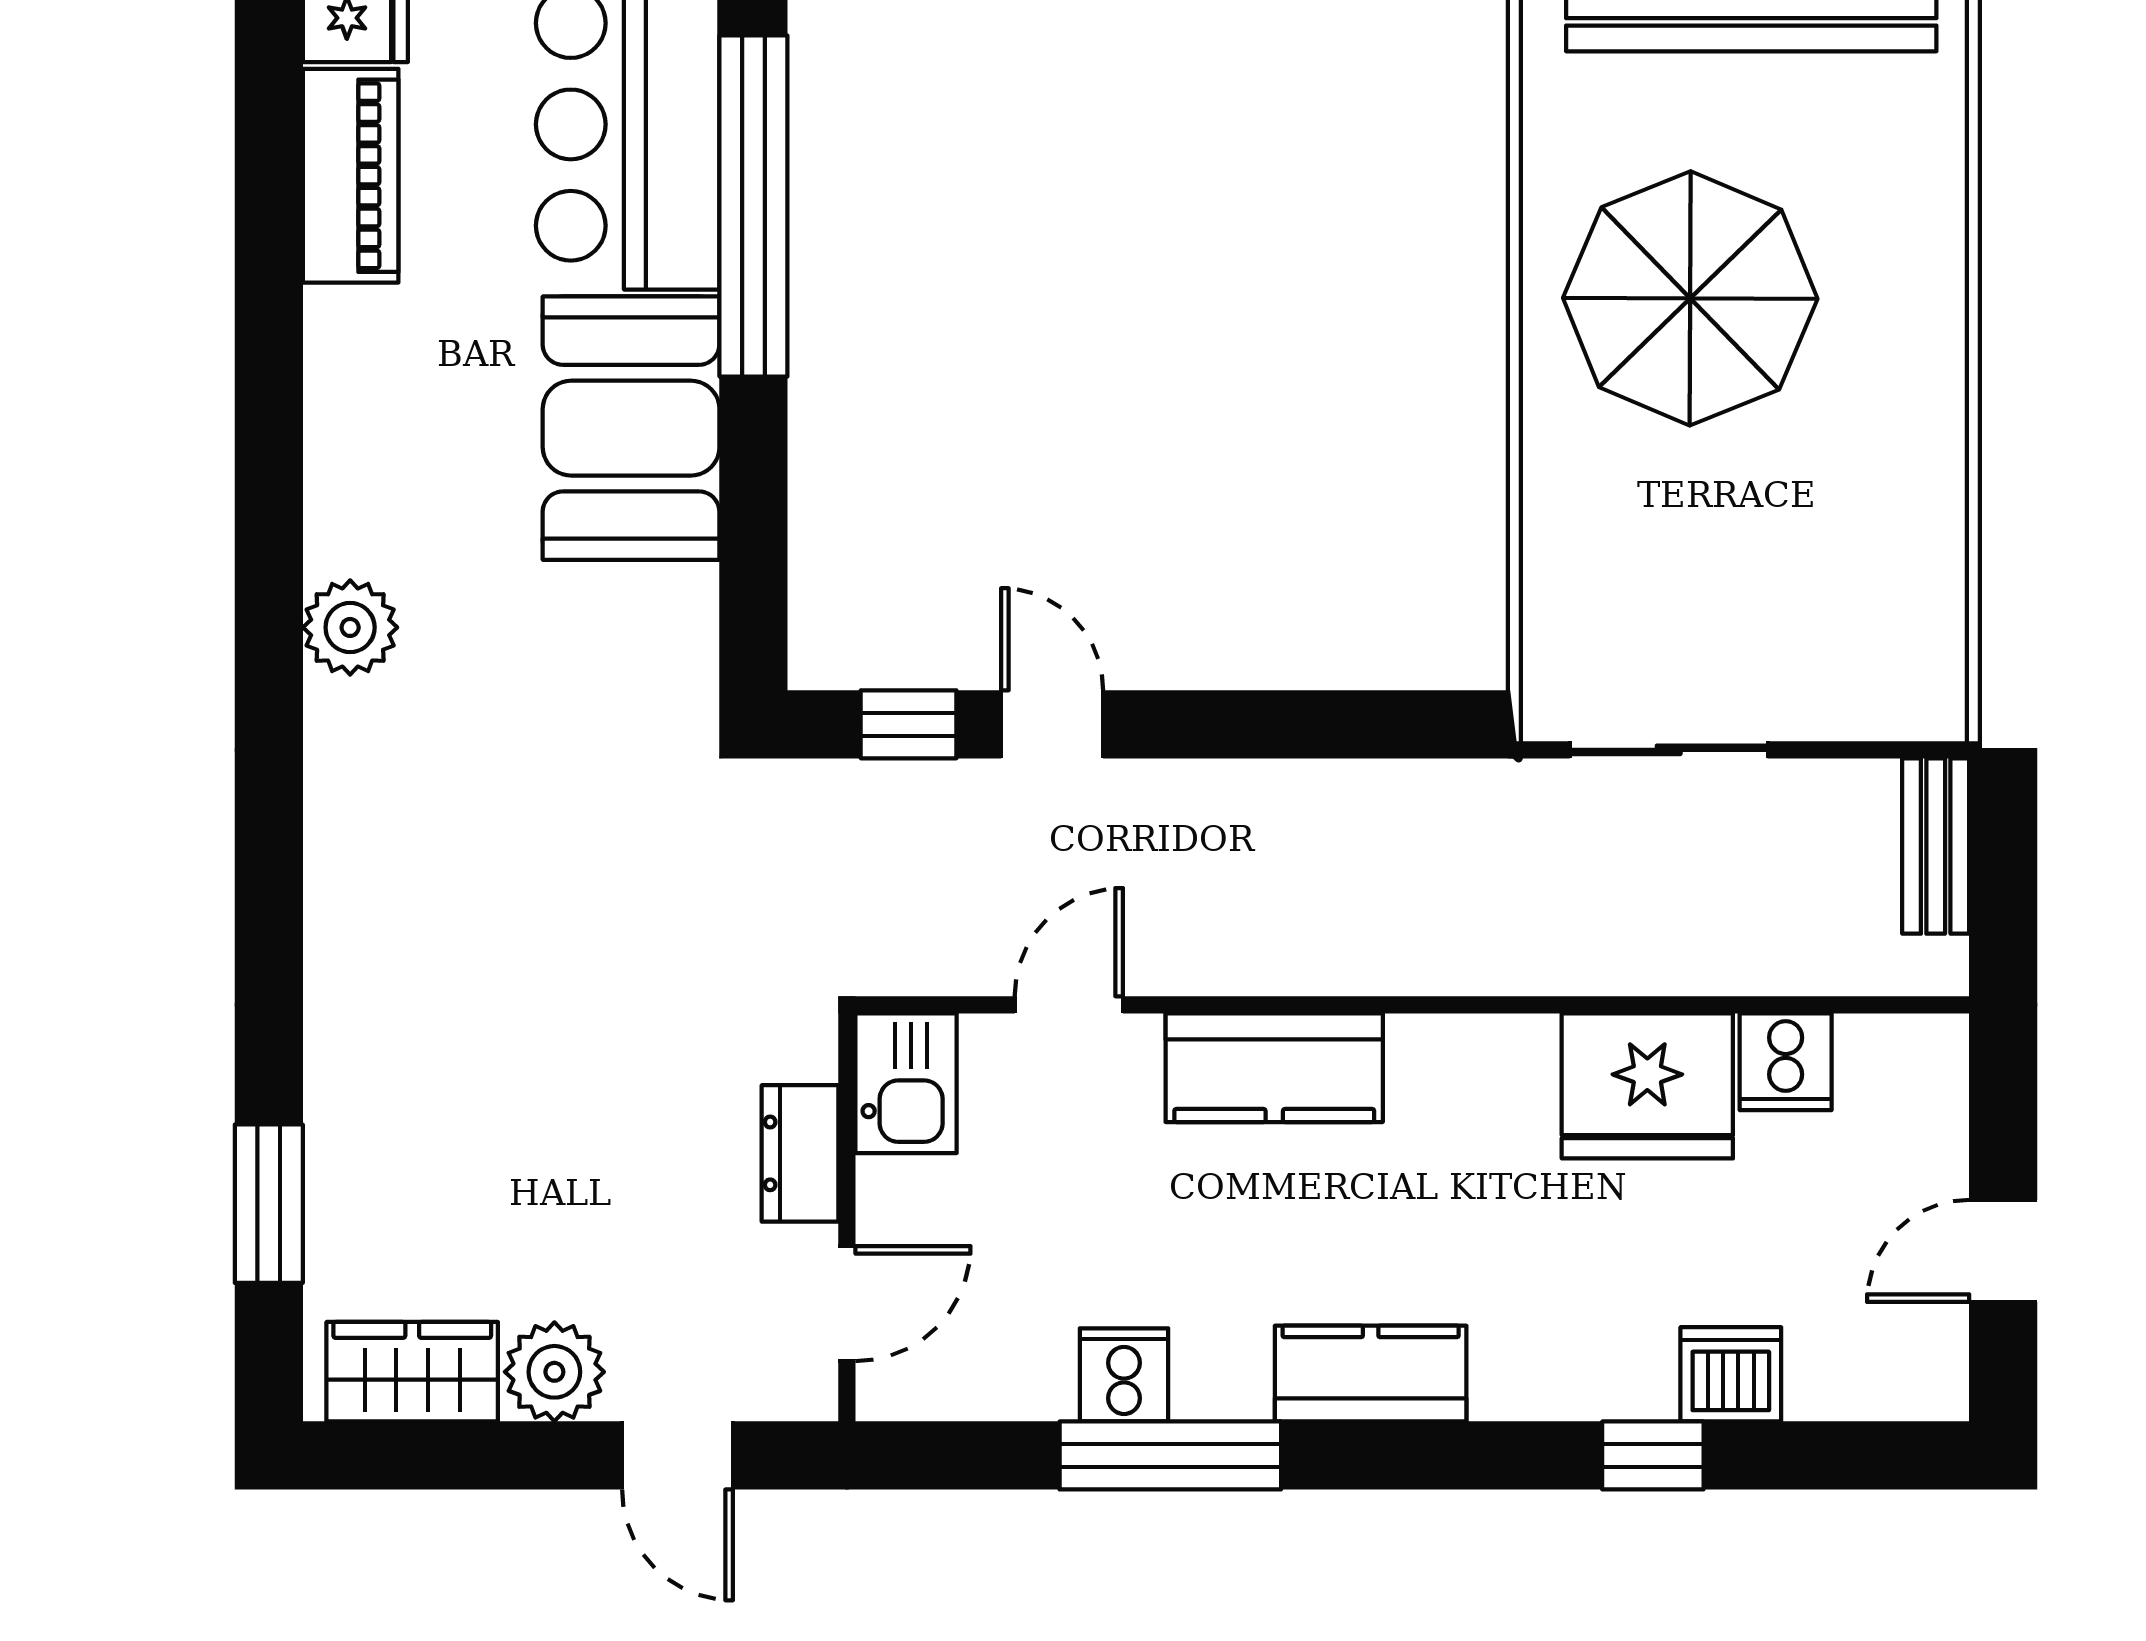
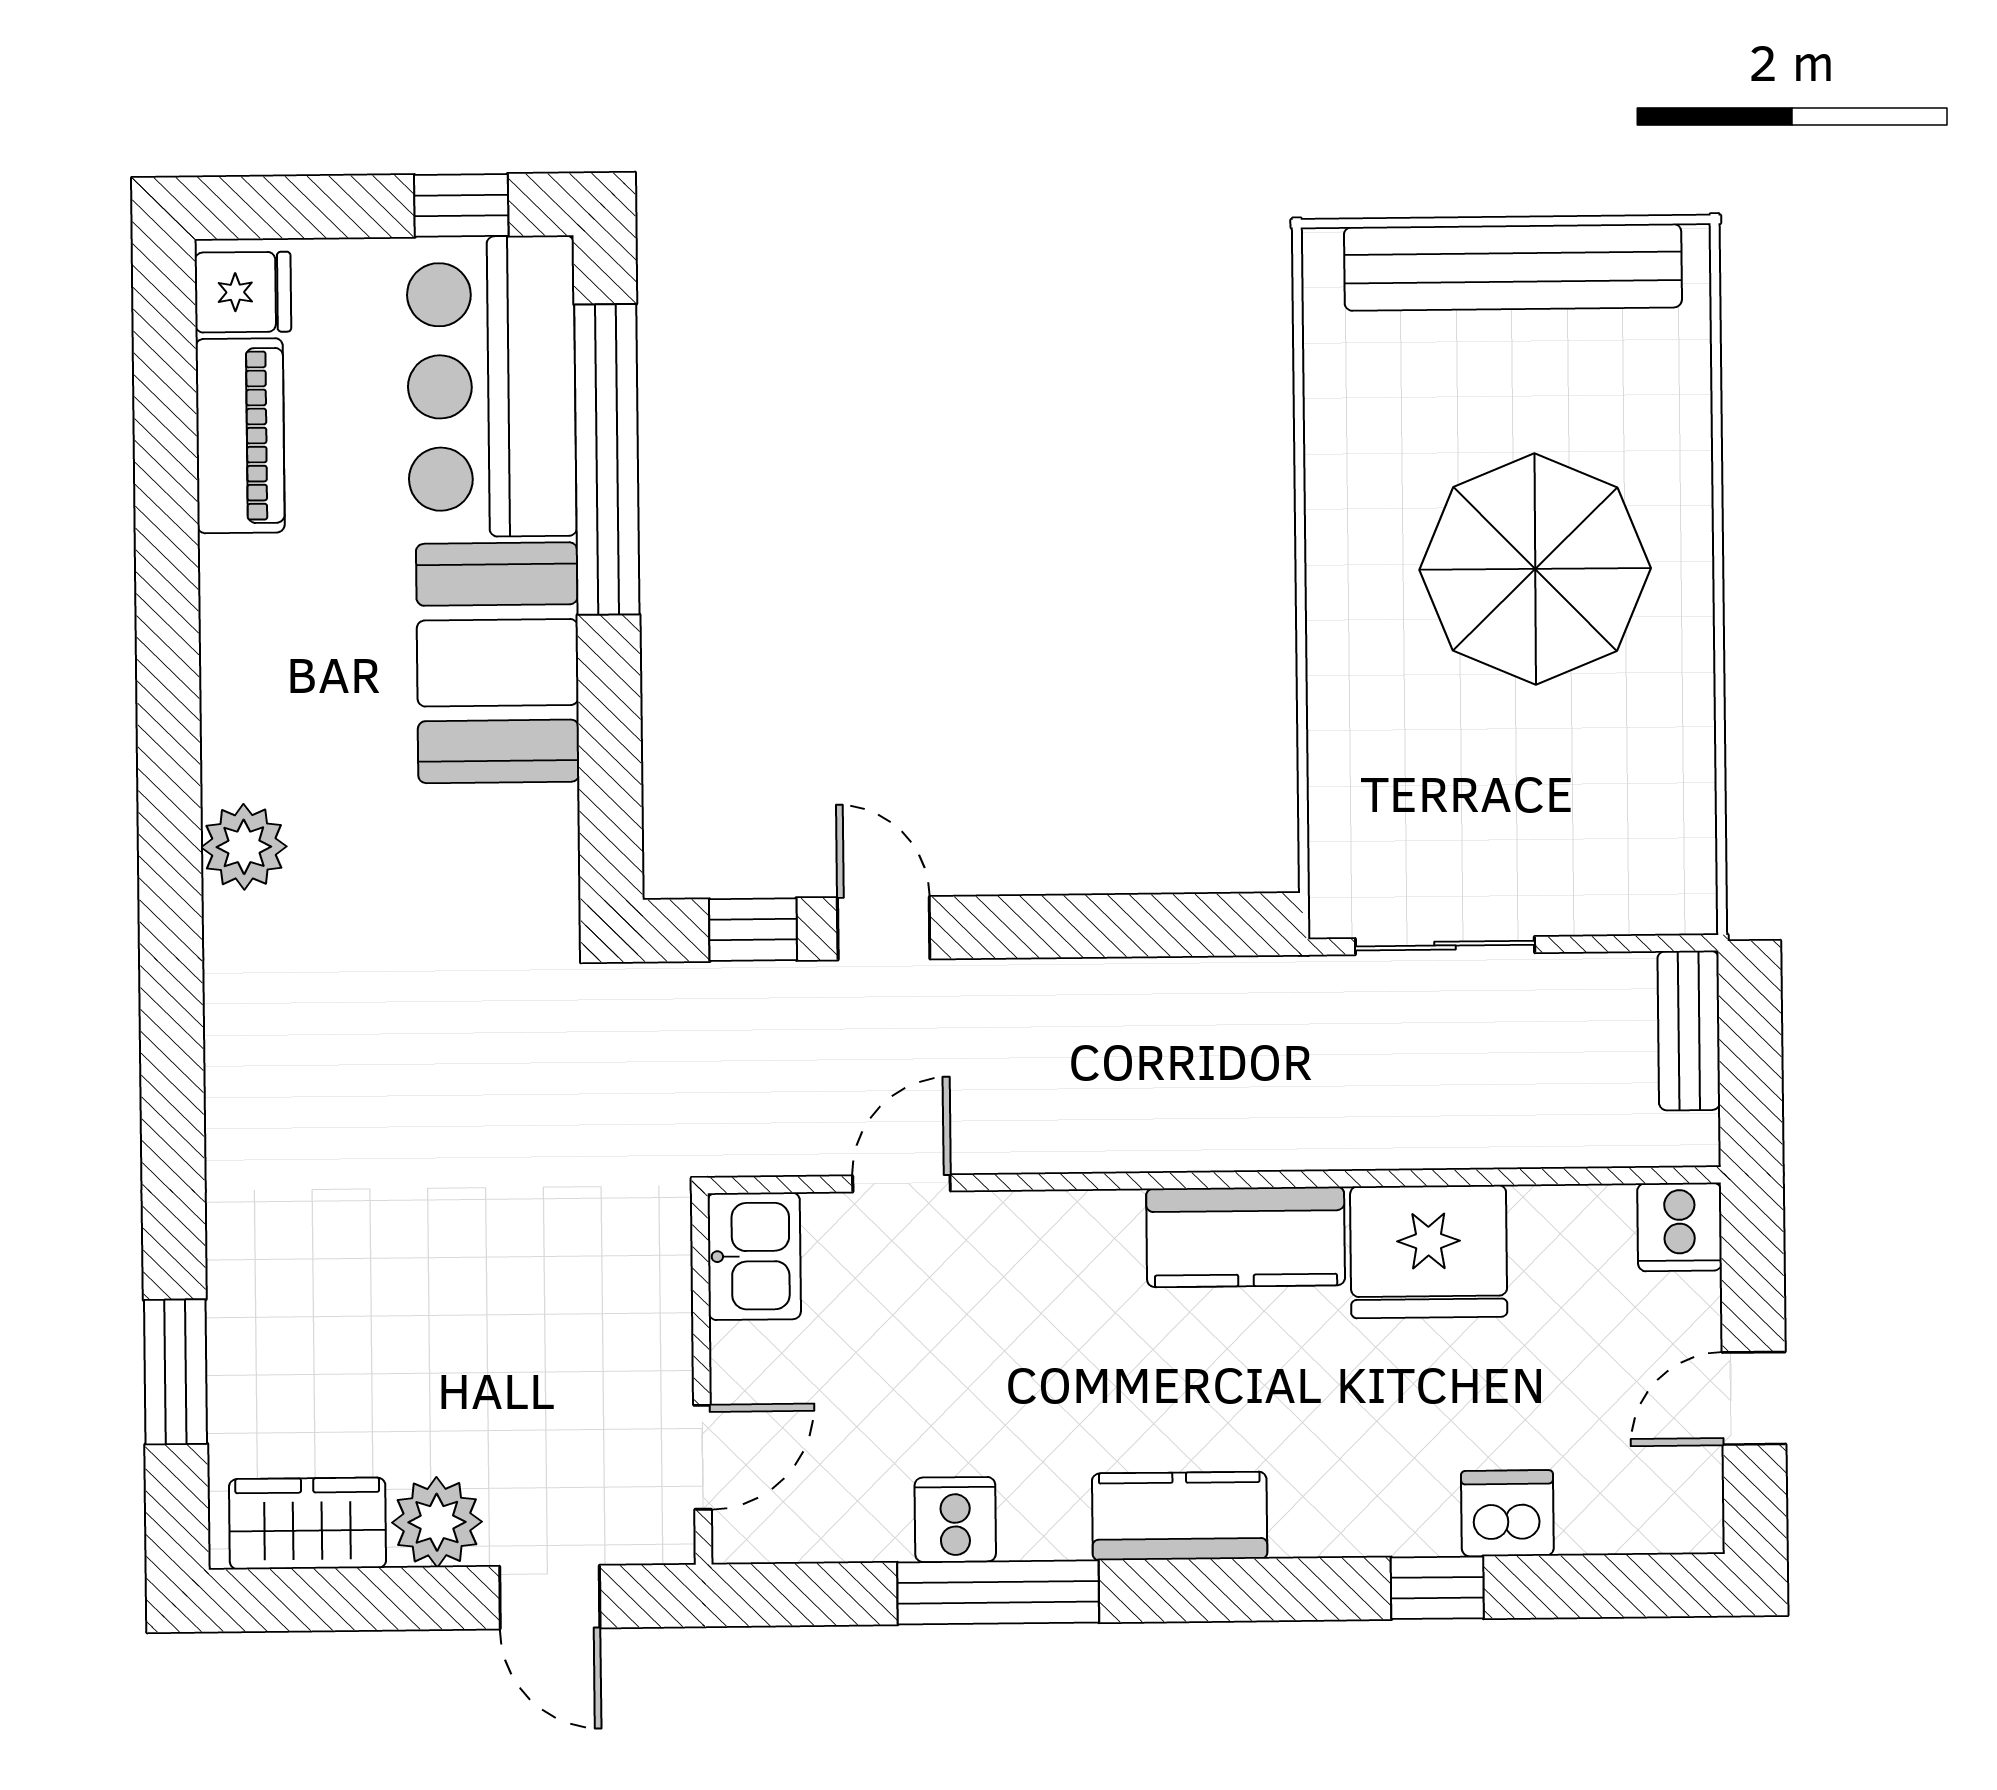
parasol: (1690, 298) -> (1535, 569), moved
cooker: (1786, 1062) -> (1680, 1227), moved
kitchen counter: (1274, 1068) -> (1246, 1237), moved
dresser: (800, 1153) -> (658, 1321), removed

